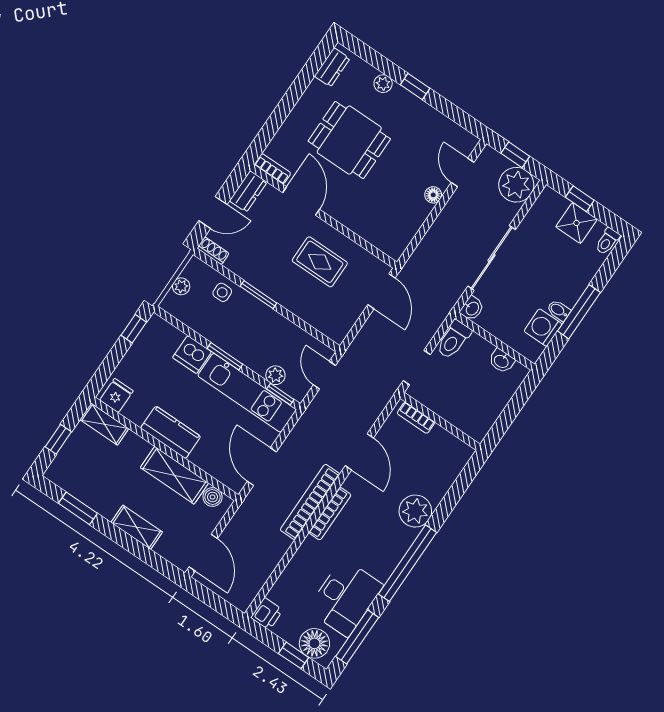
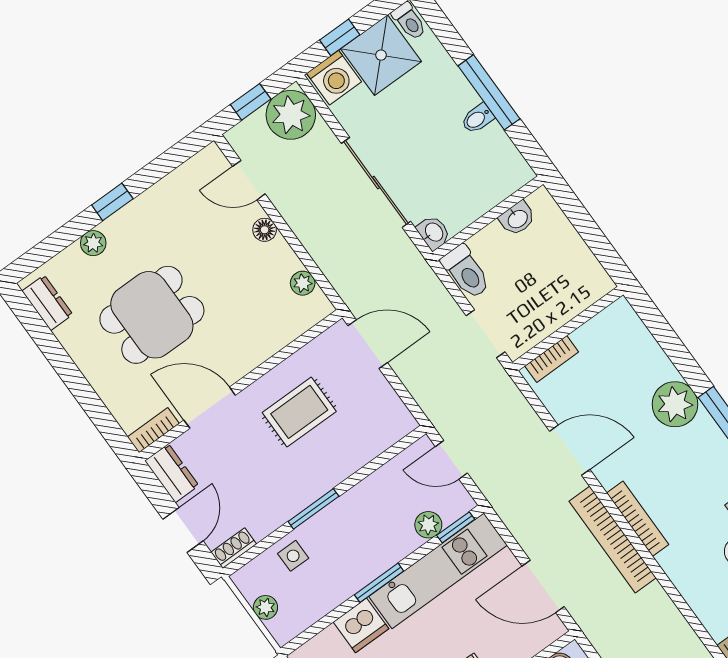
shower: (576, 223) -> (381, 55), width x1.36, depth x1.36
plant: (407, 233) -> (303, 283), added
washing machine: (543, 328) -> (334, 78), moved, turned -90

